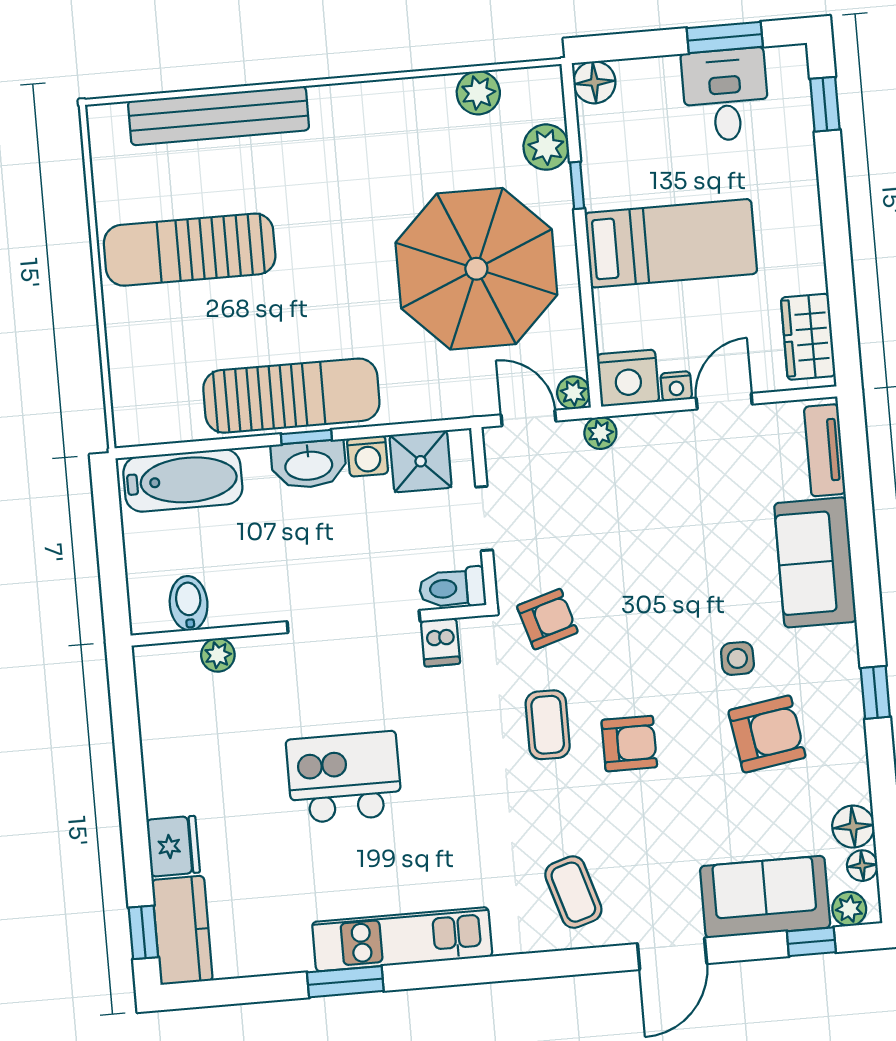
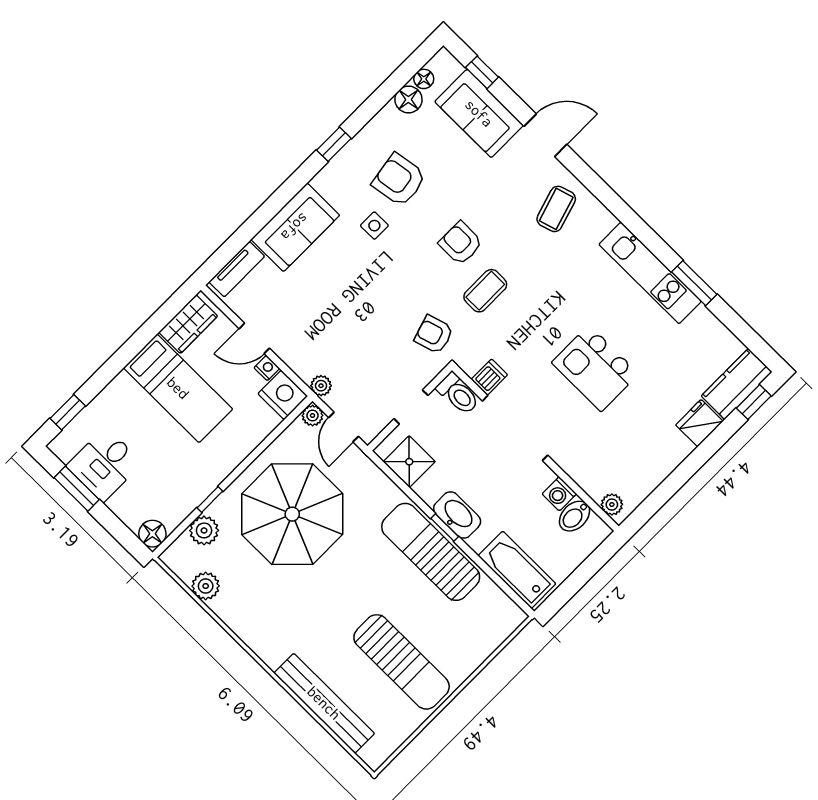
bed: (671, 243) -> (178, 388), moved, turned 180
washing machine: (368, 456) -> (559, 494), moved, turned 180
plant: (218, 655) -> (612, 505), moved
plant: (849, 909) -> (450, 67), removed

